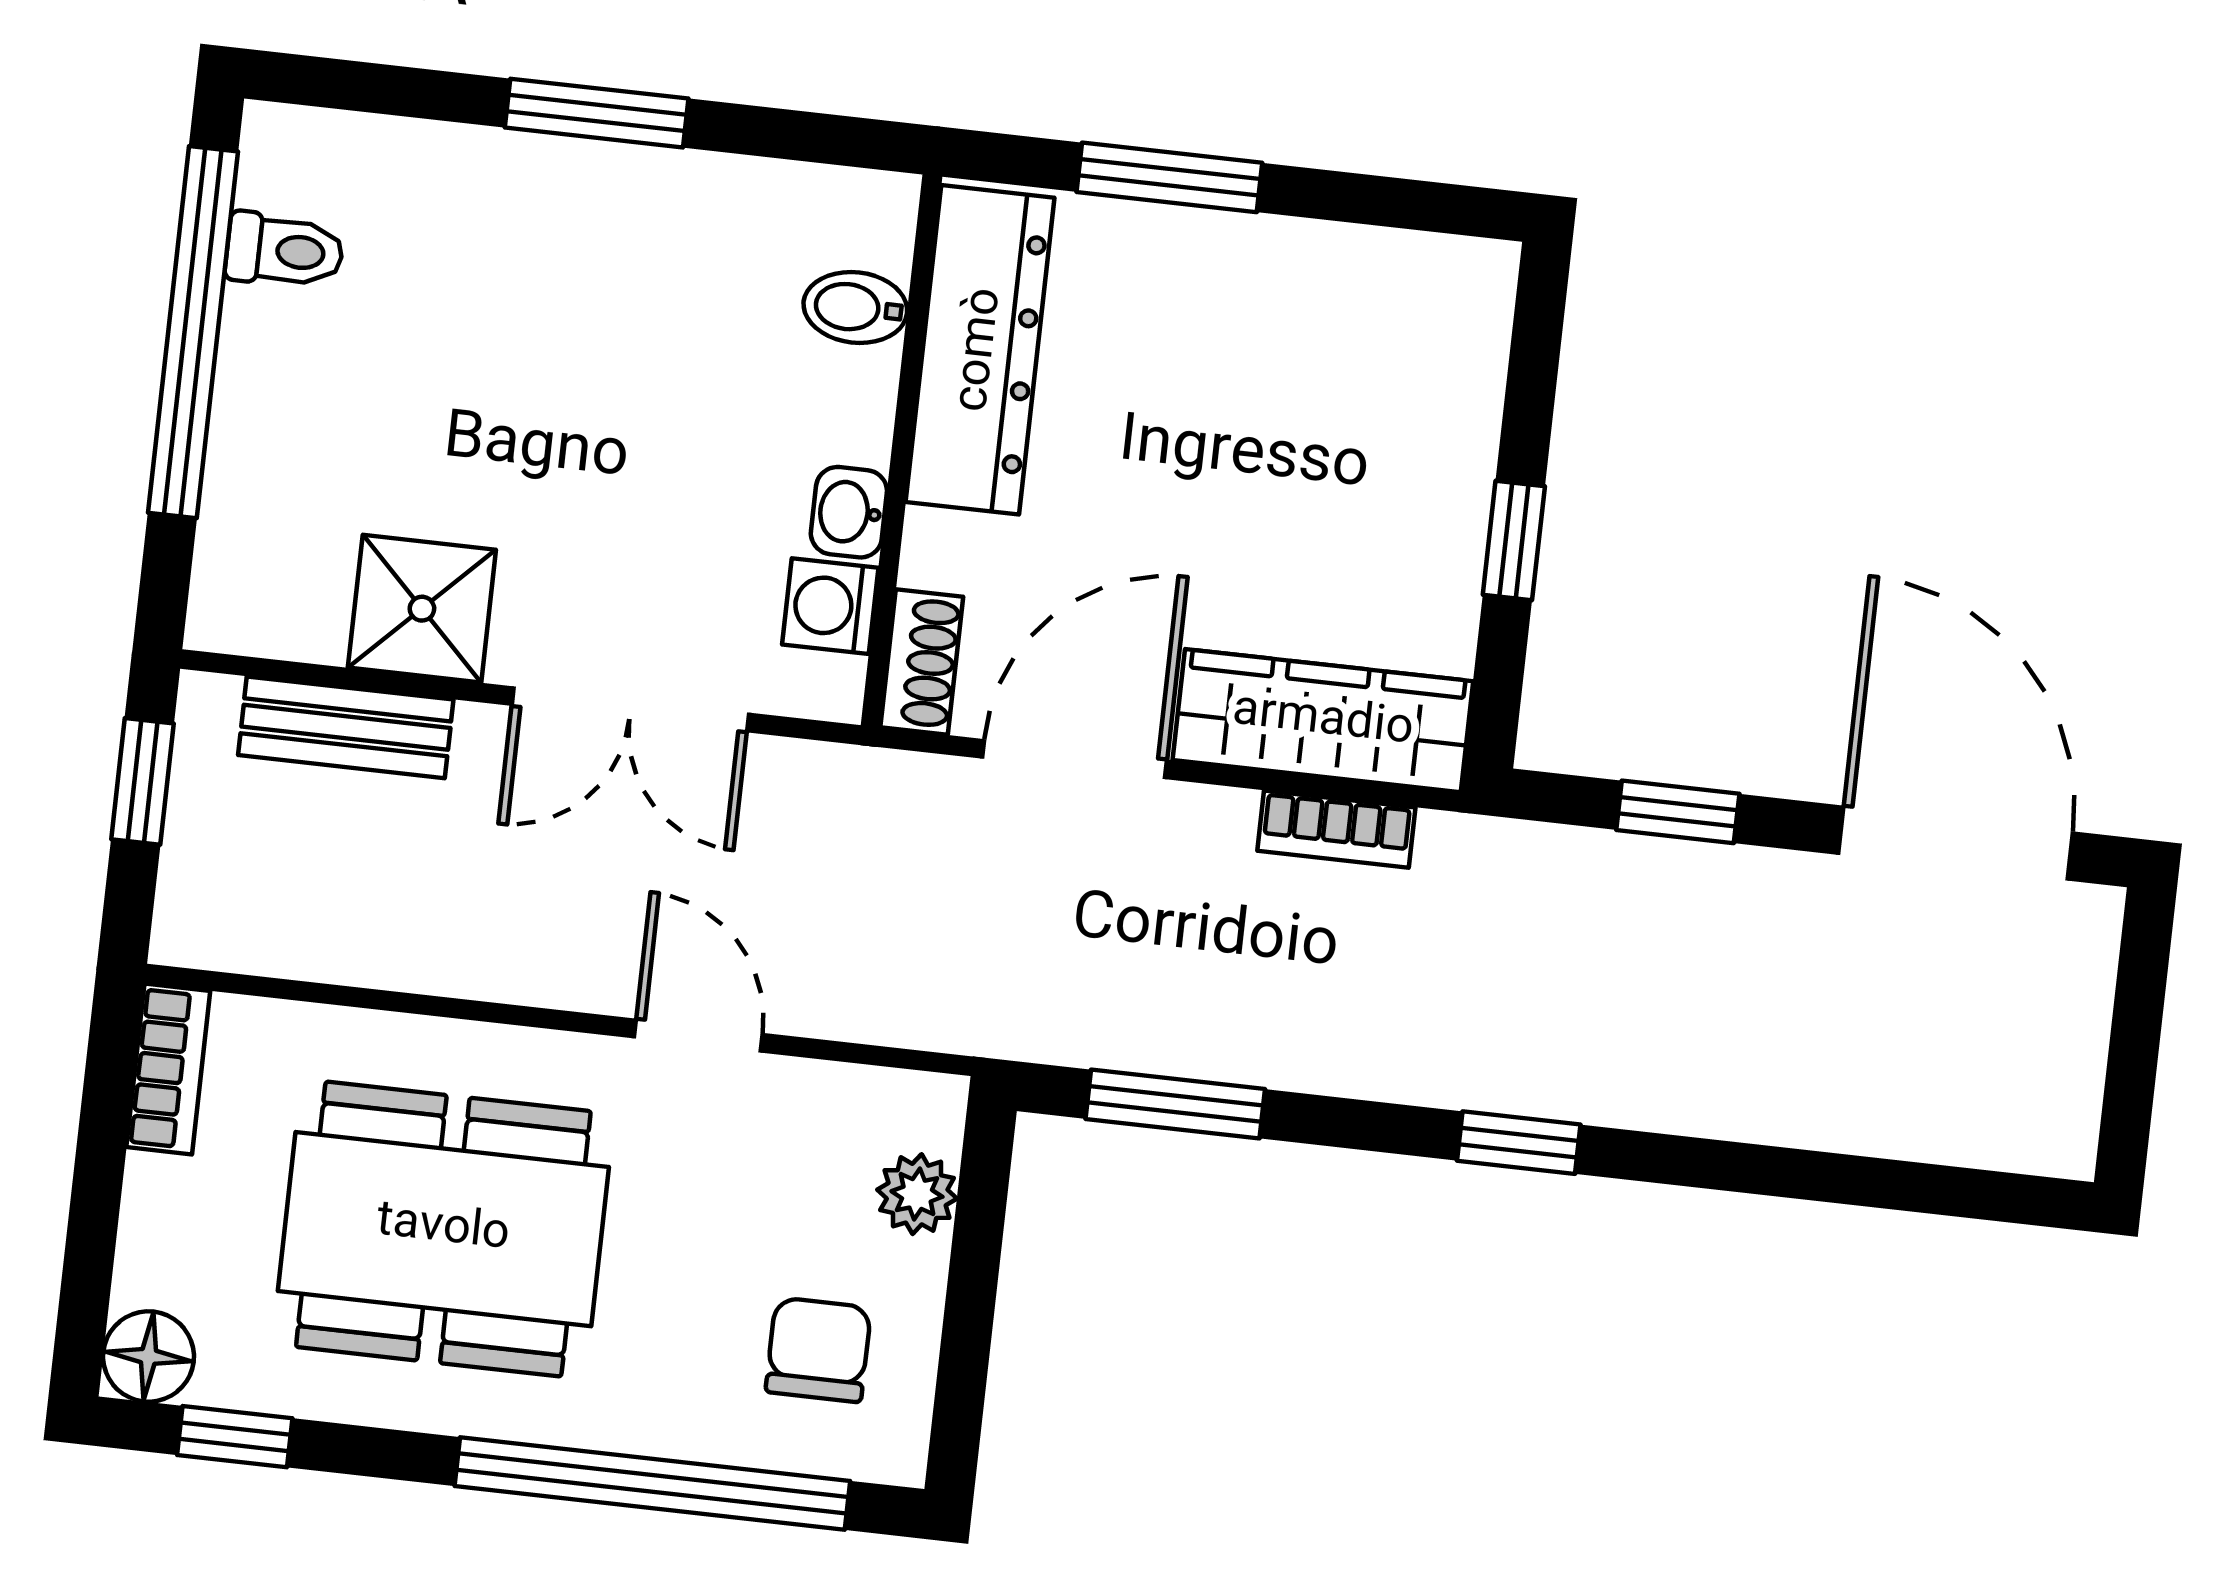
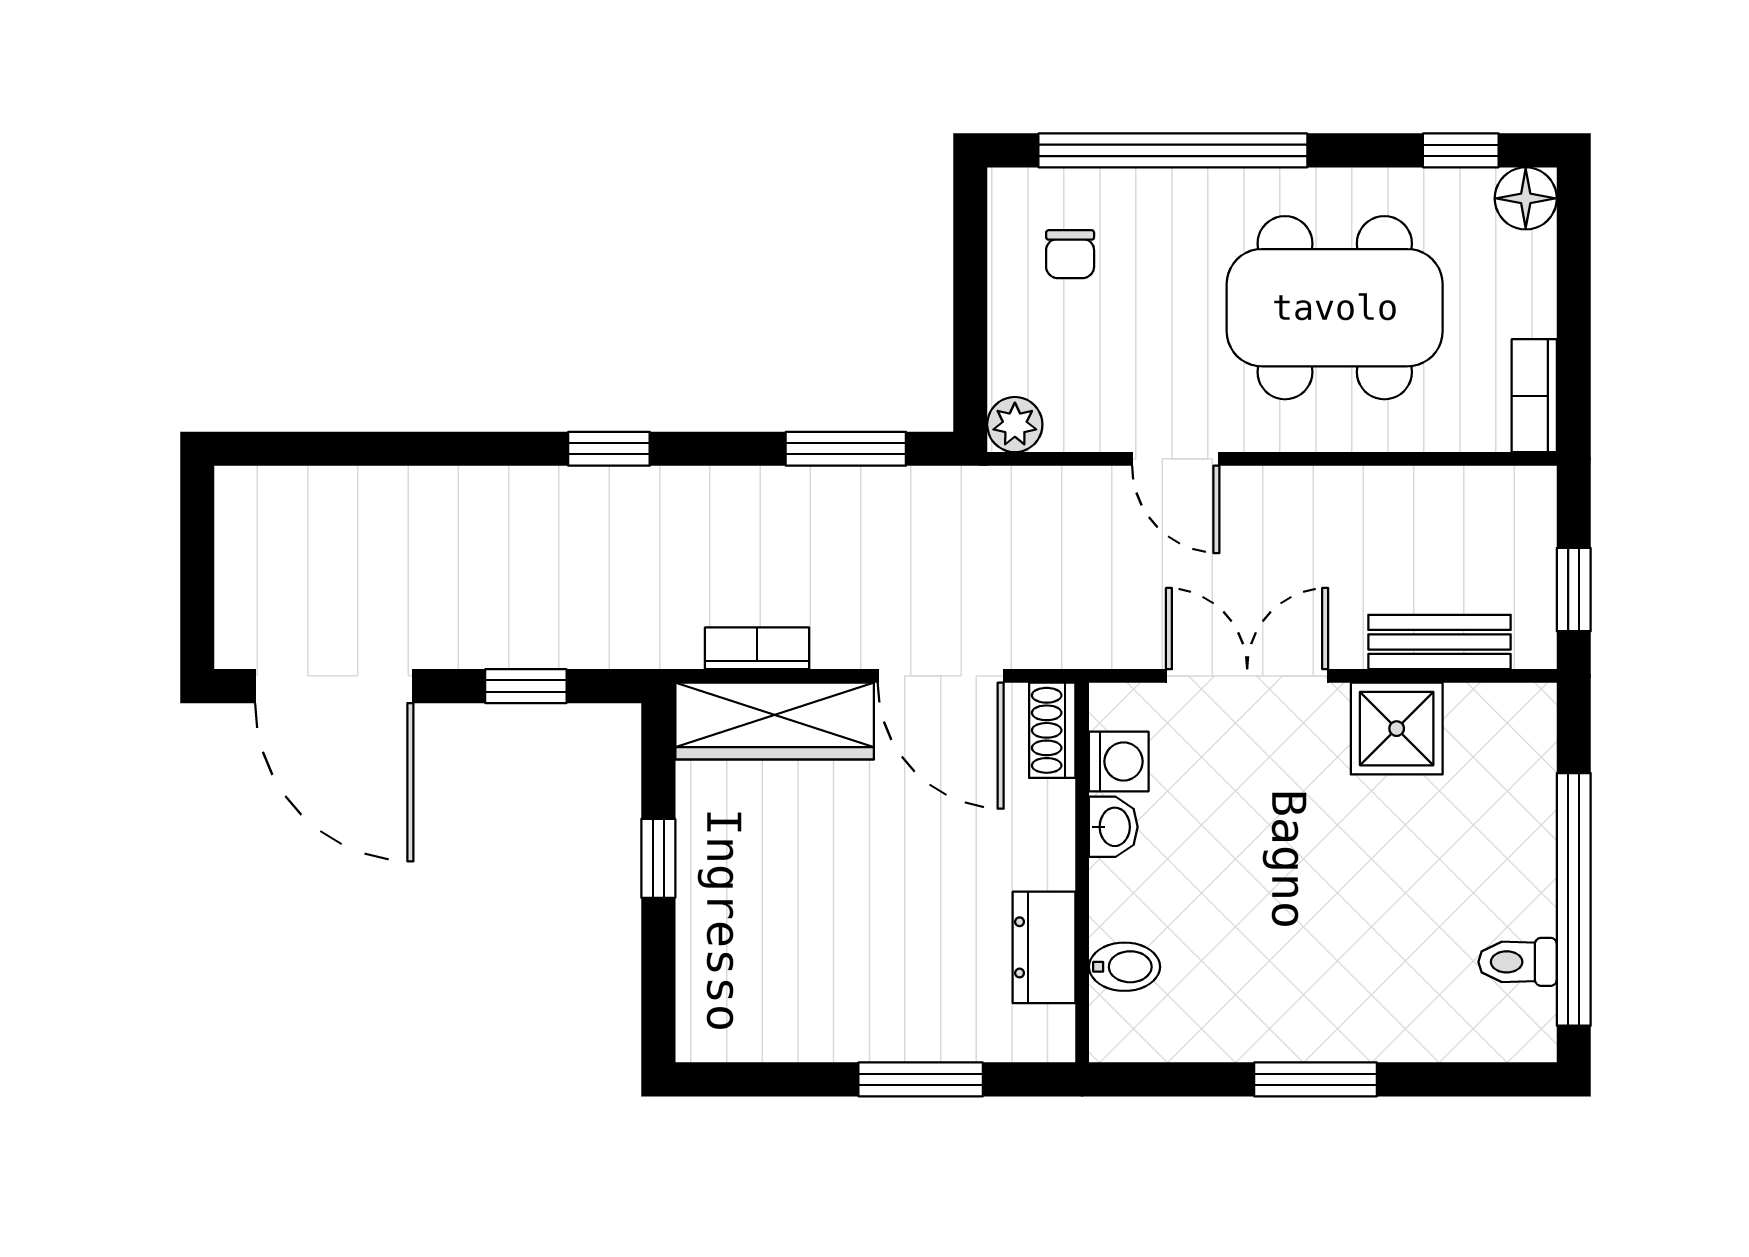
dresser: (980, 350) -> (1044, 947), width x0.51, depth x0.80
door: (1075, 759) -> (941, 676), hinge flipped
plant: (917, 1194) -> (1015, 425), moved
chair: (818, 1350) -> (1070, 254), width x0.73, depth x0.73

